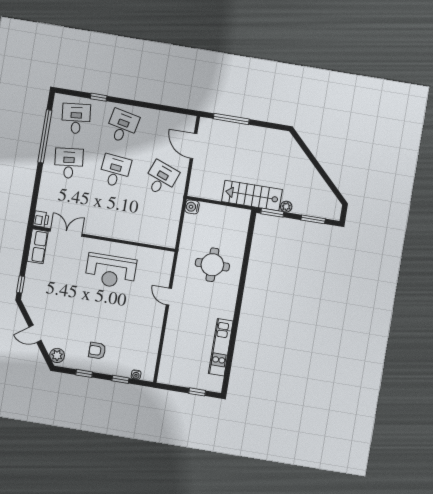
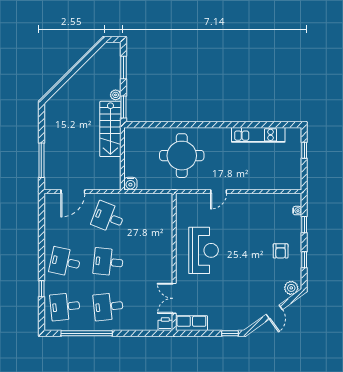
round table: (212, 265) -> (182, 156), width x1.36, depth x1.36

